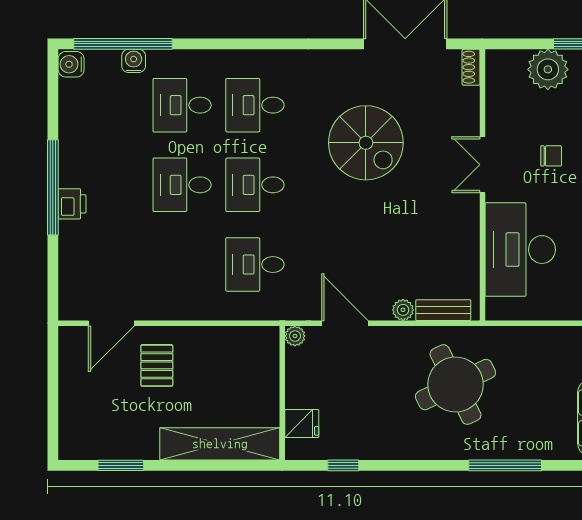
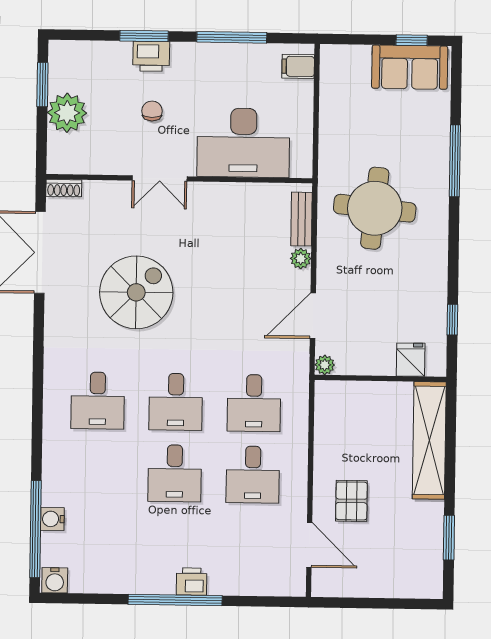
desk: (182, 105) -> (253, 475), moved
pallet: (157, 365) -> (351, 501), turned 90
round table: (456, 385) -> (375, 208), turned 32

